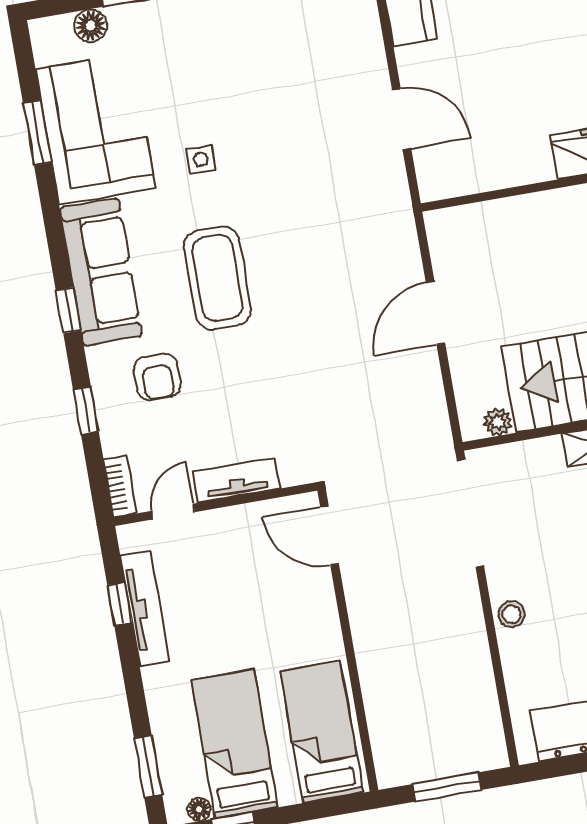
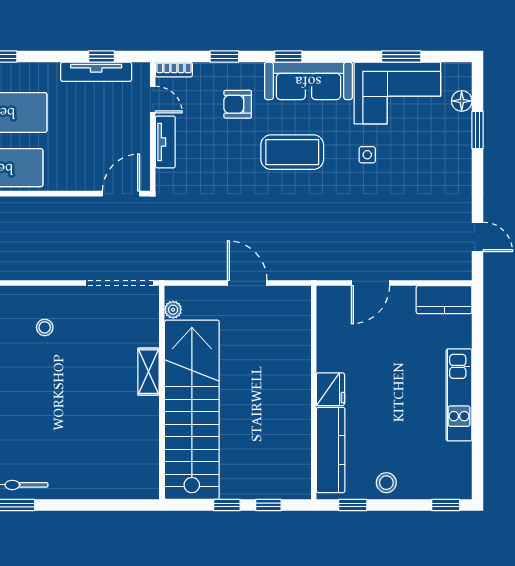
stool: (511, 614) -> (45, 327), moved

